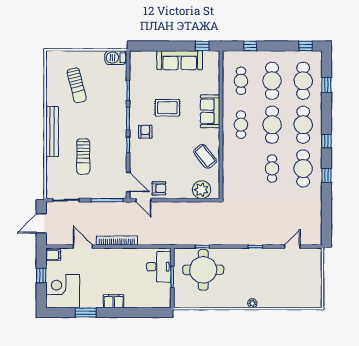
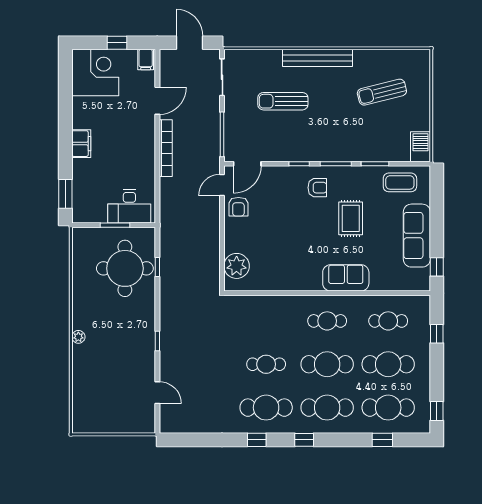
coffee table: (205, 156) -> (400, 182), moved, turned 38
window: (86, 313) -> (65, 194), moved

